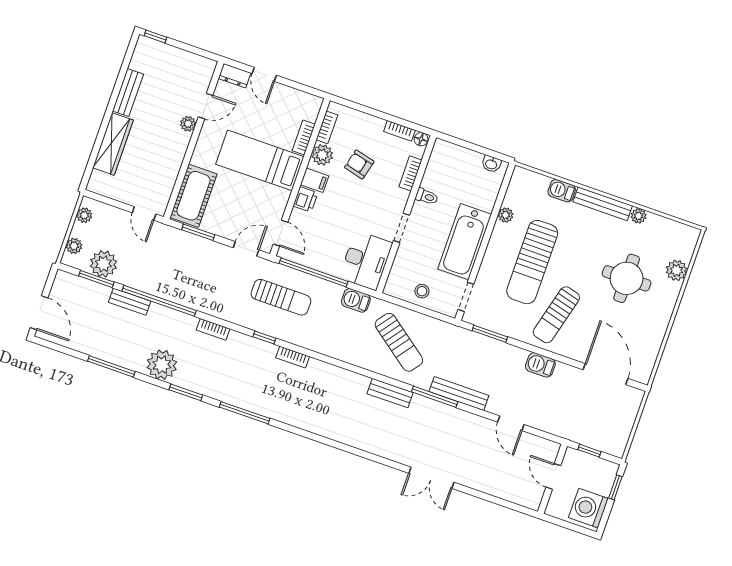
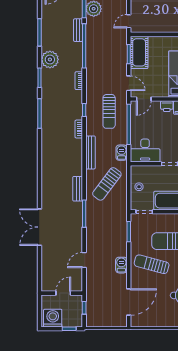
cot: (193, 196) -> (139, 52), moved, turned 90
bench: (459, 394) -> (90, 152), moved
double door: (431, 478) -> (39, 227), width x1.37

